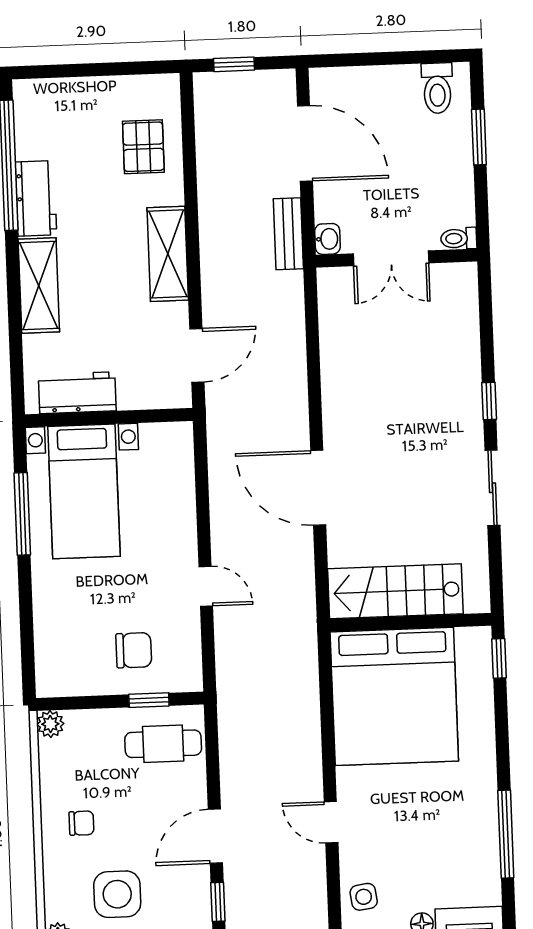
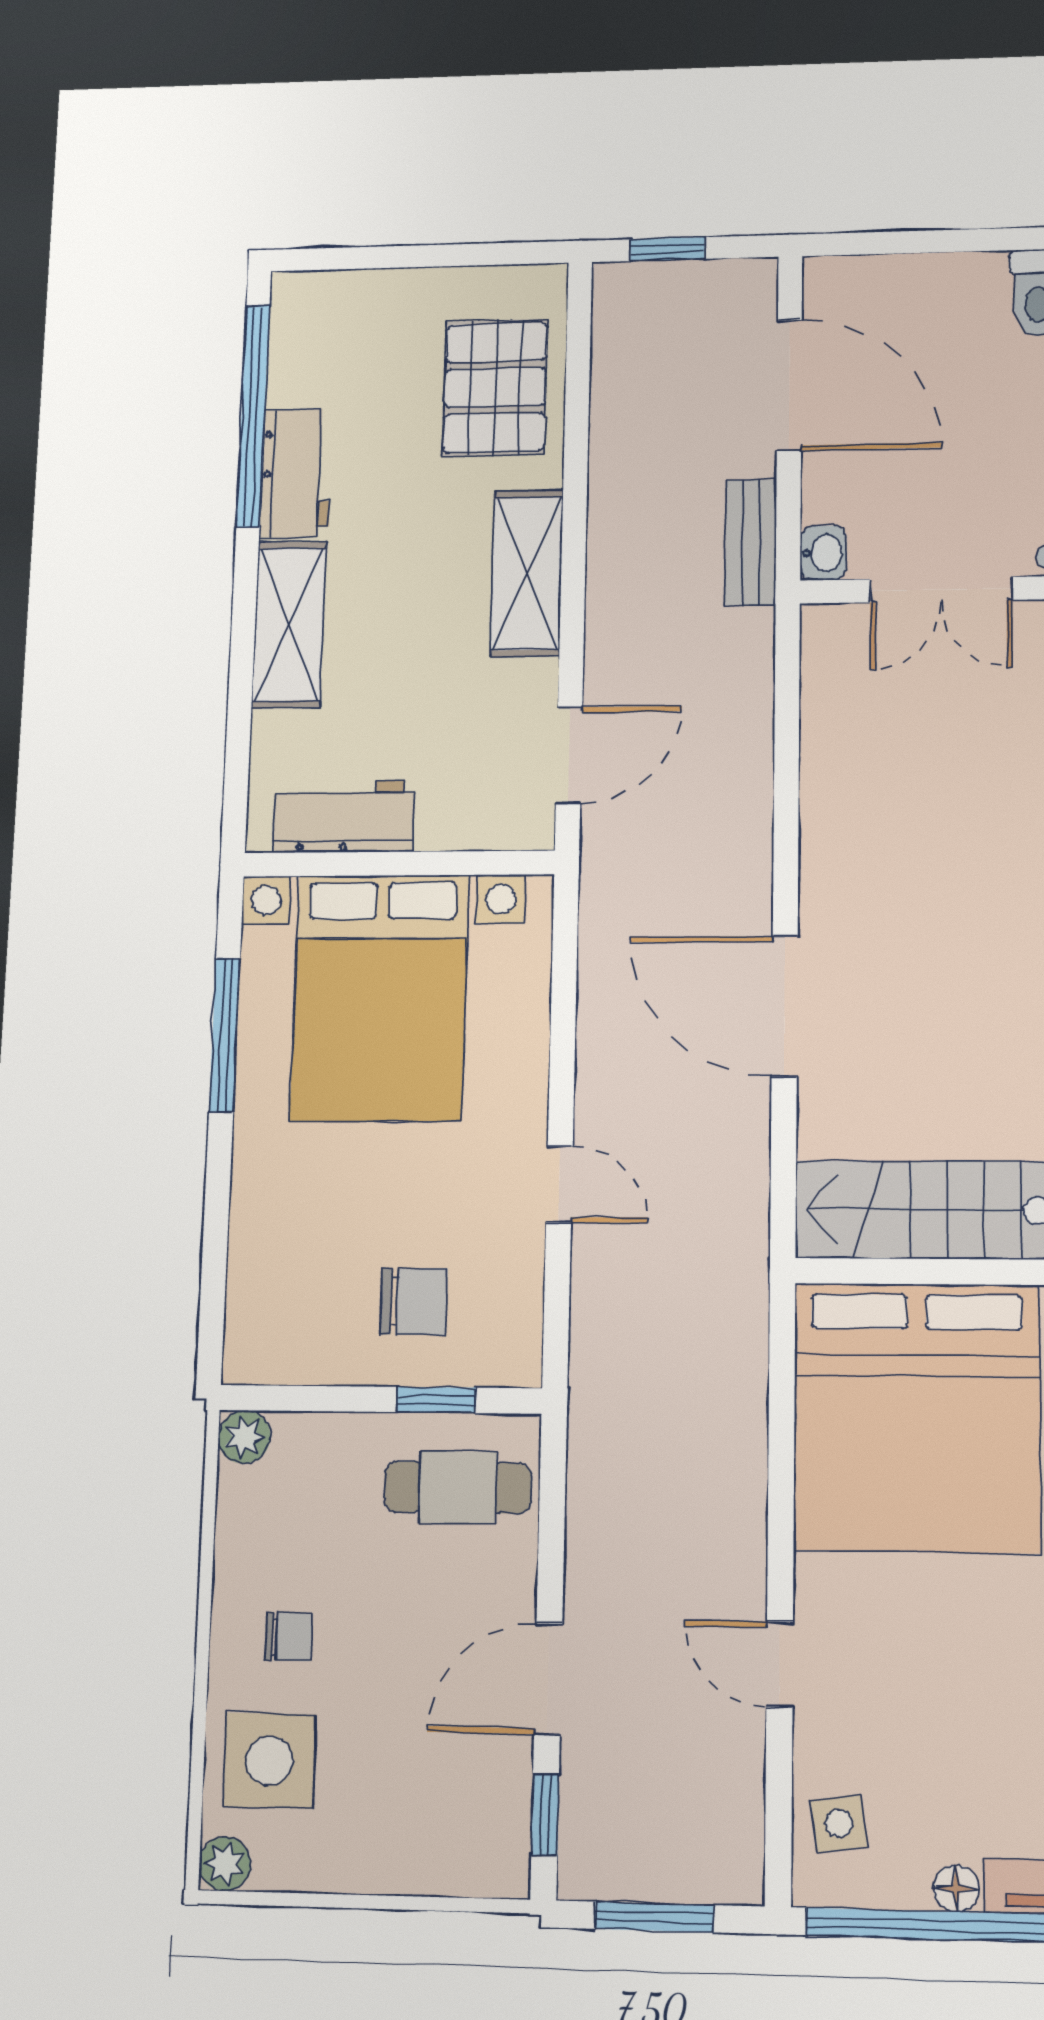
pallet: (143, 147) -> (495, 387), width x1.50, depth x1.42
bed with nightstands: (84, 491) -> (380, 997), width x1.36
side table: (117, 894) -> (269, 1761), moved

